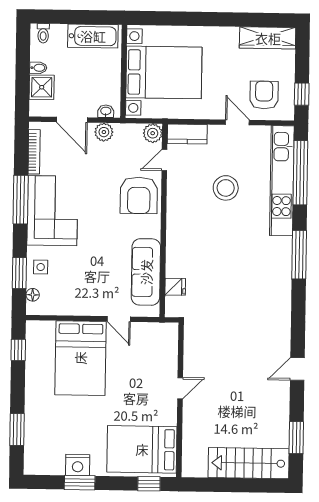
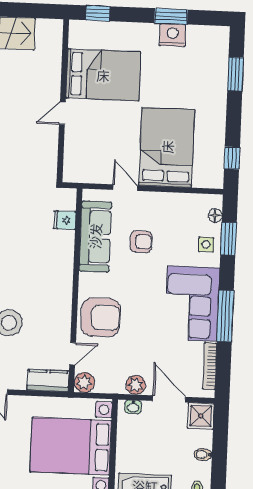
shower: (42, 87) -> (201, 416), moved
armchair: (139, 195) -> (101, 317), turned 90
armchair: (102, 268) -> (141, 242), added
bed: (142, 449) -> (103, 75), moved

